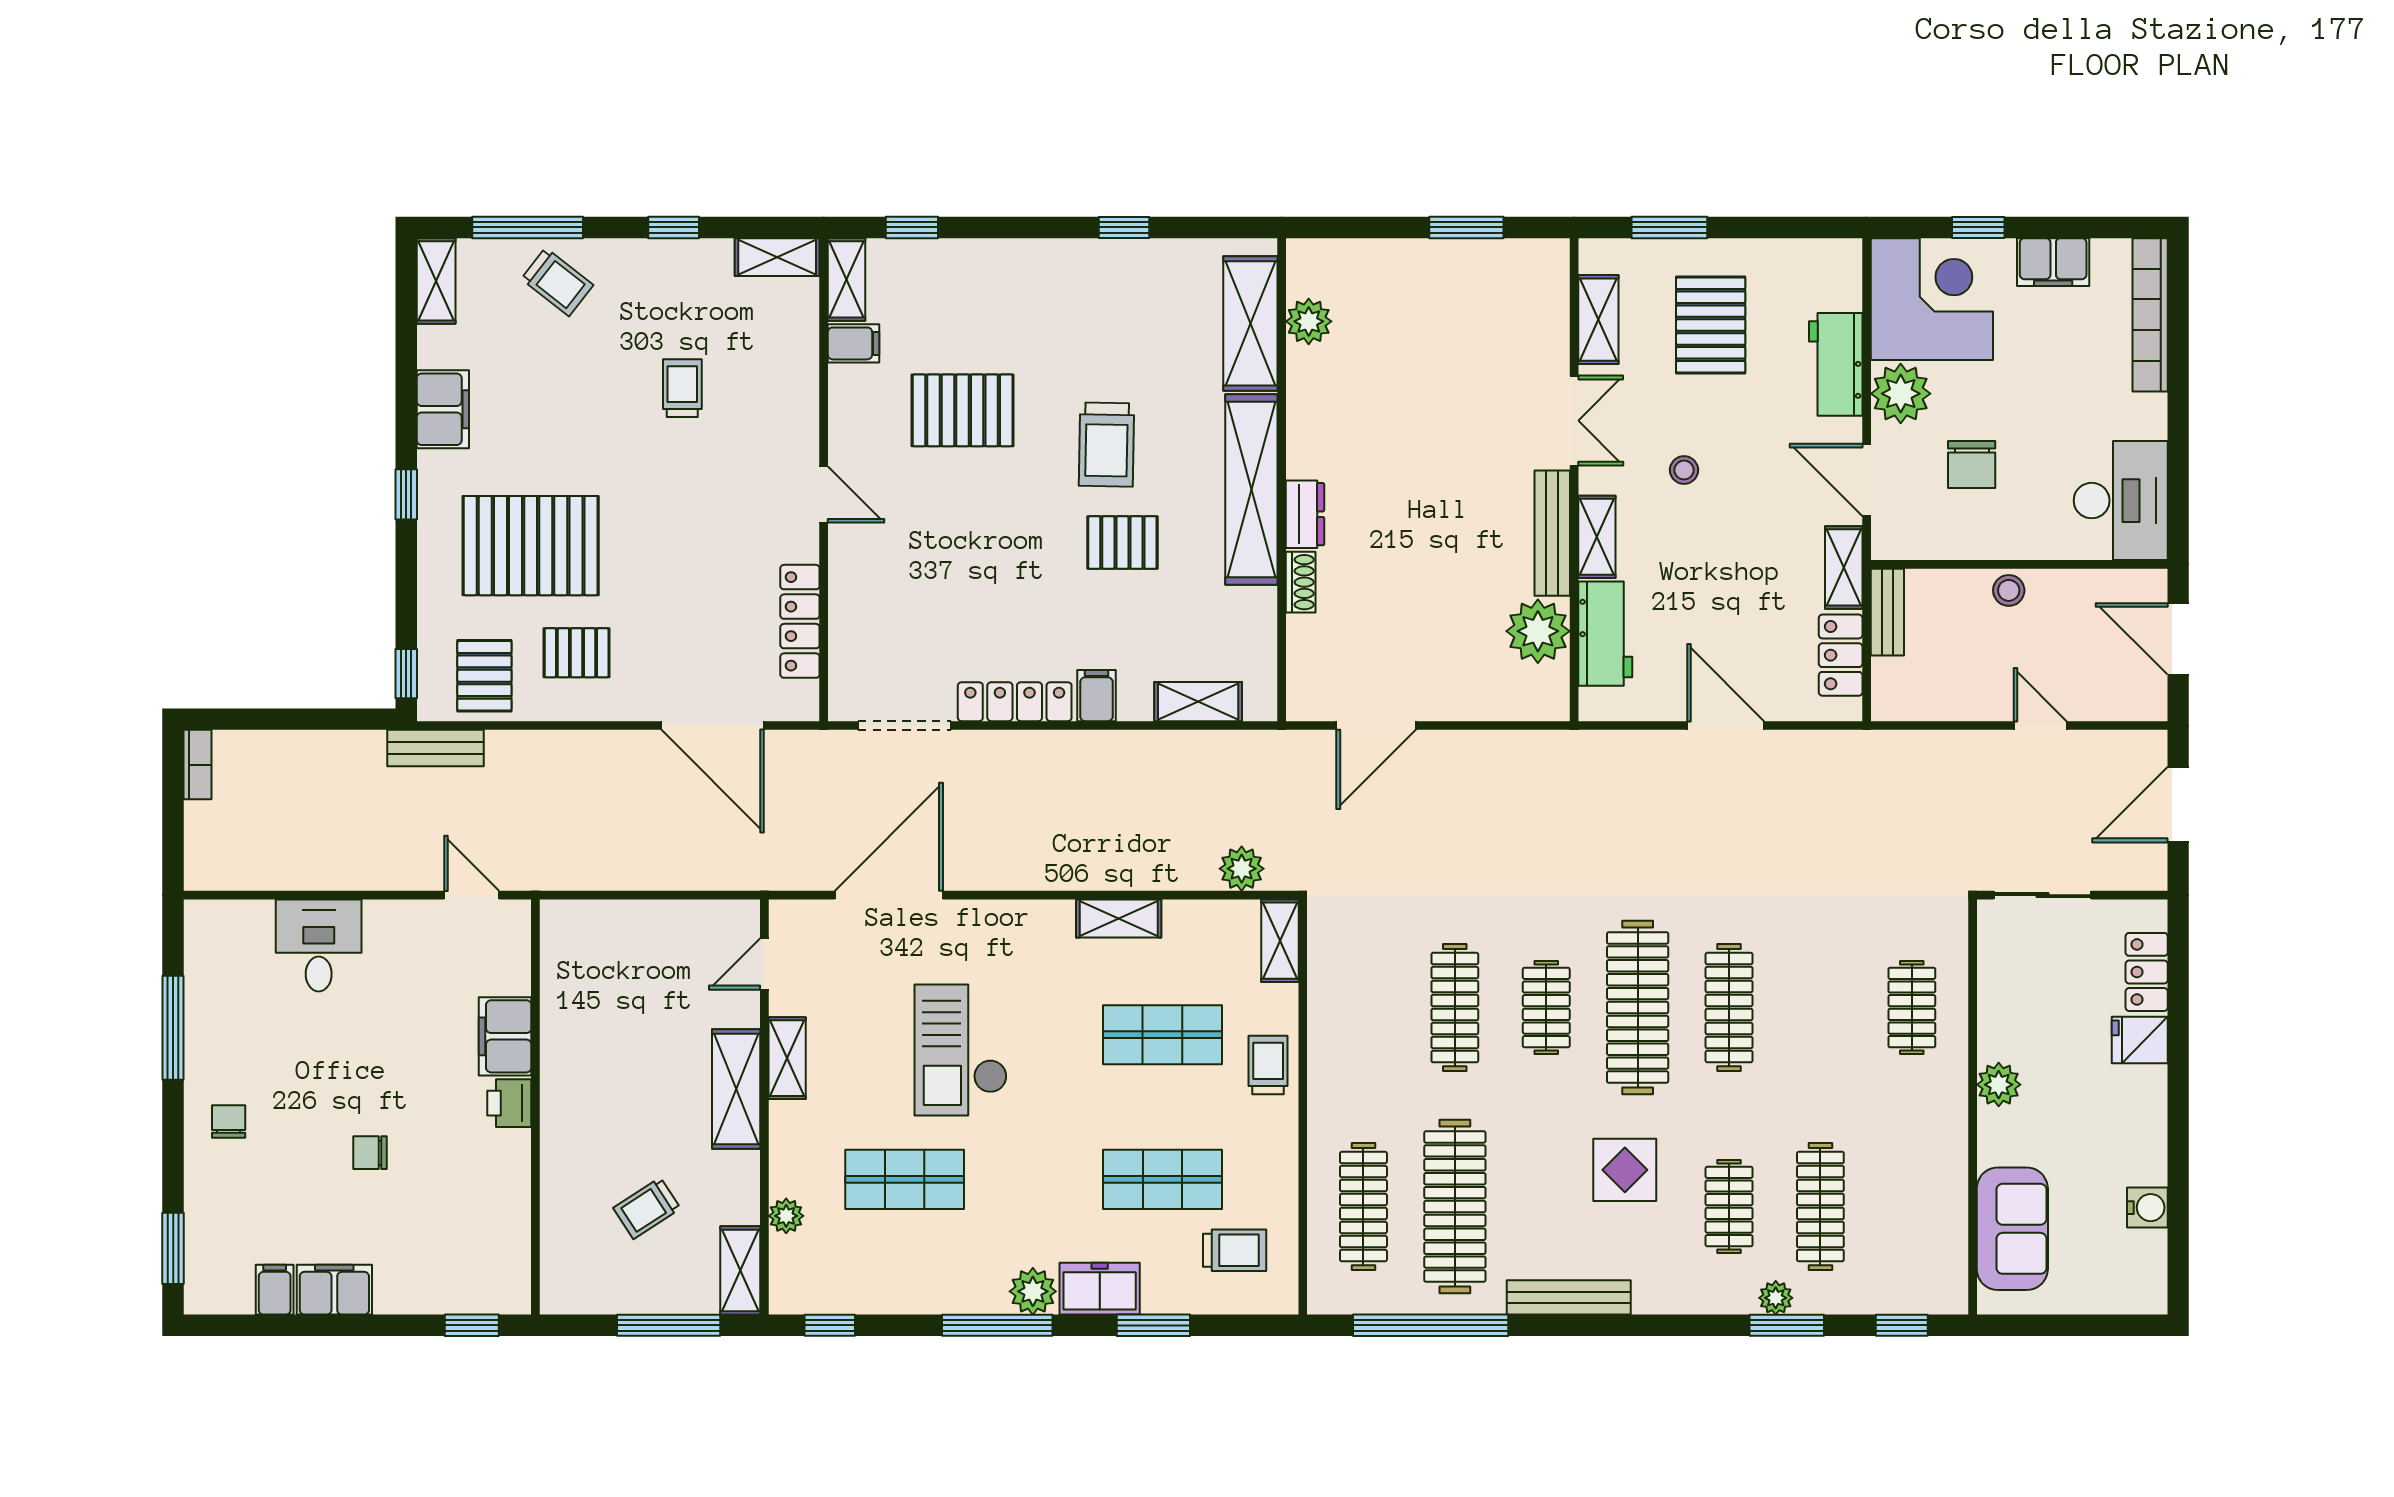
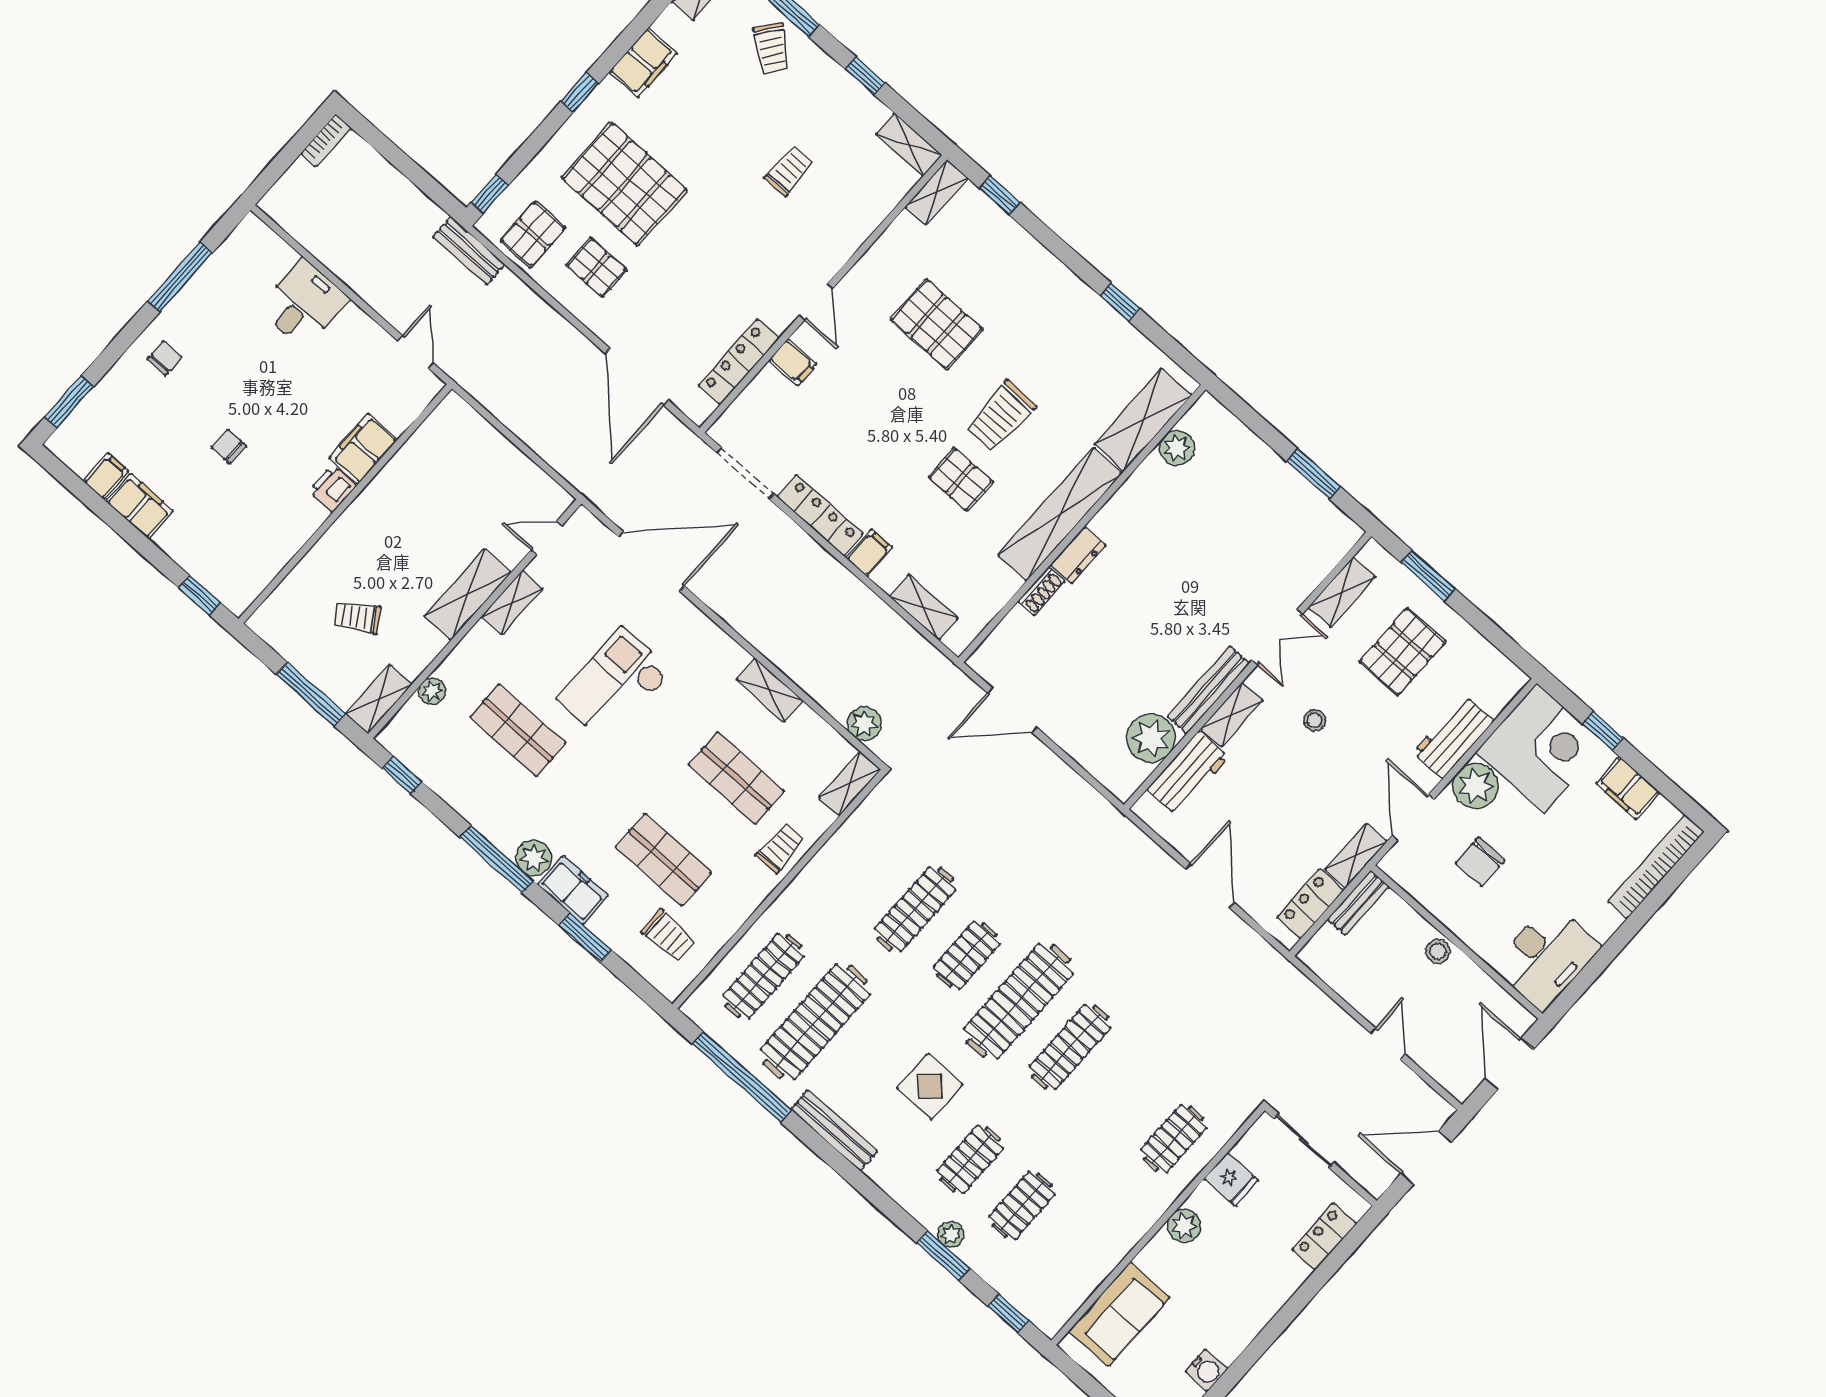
filing cabinet: (854, 343) -> (793, 362), moved
fridge: (2140, 1040) -> (1231, 1180), moved, turned 180
clothes rail: (1820, 1207) -> (1022, 1205), width x0.73

